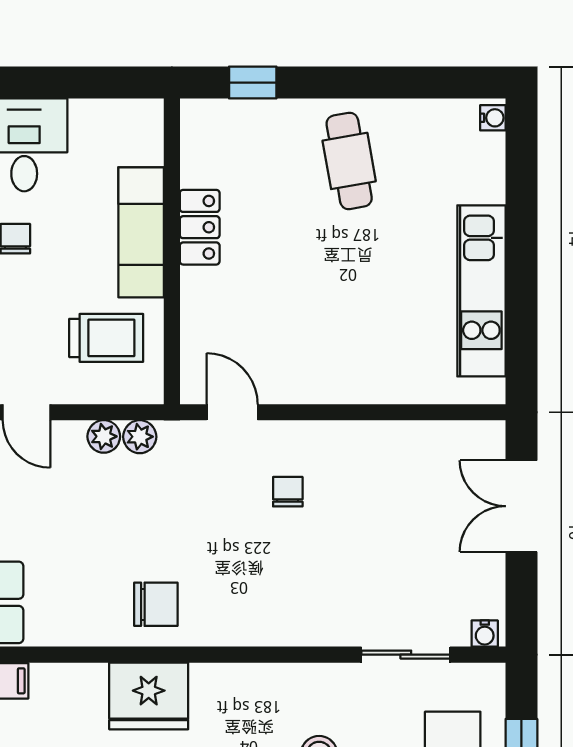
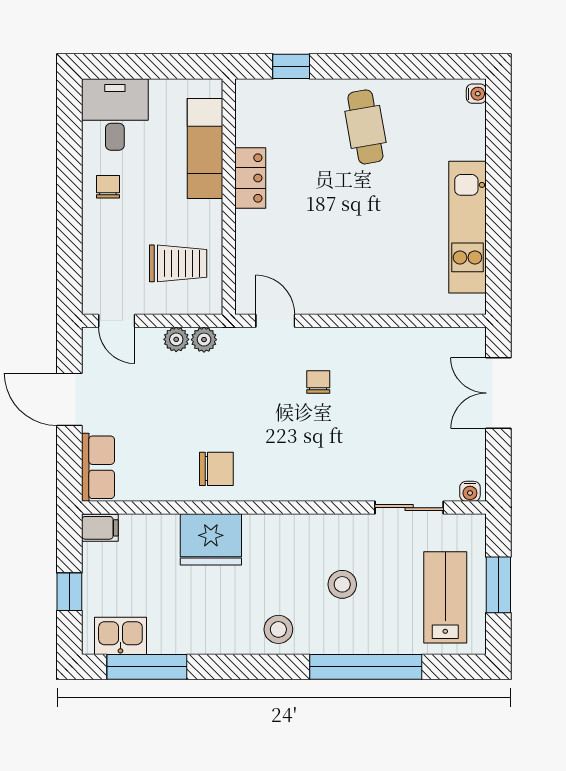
exam couch: (141, 232) -> (205, 148), moved

